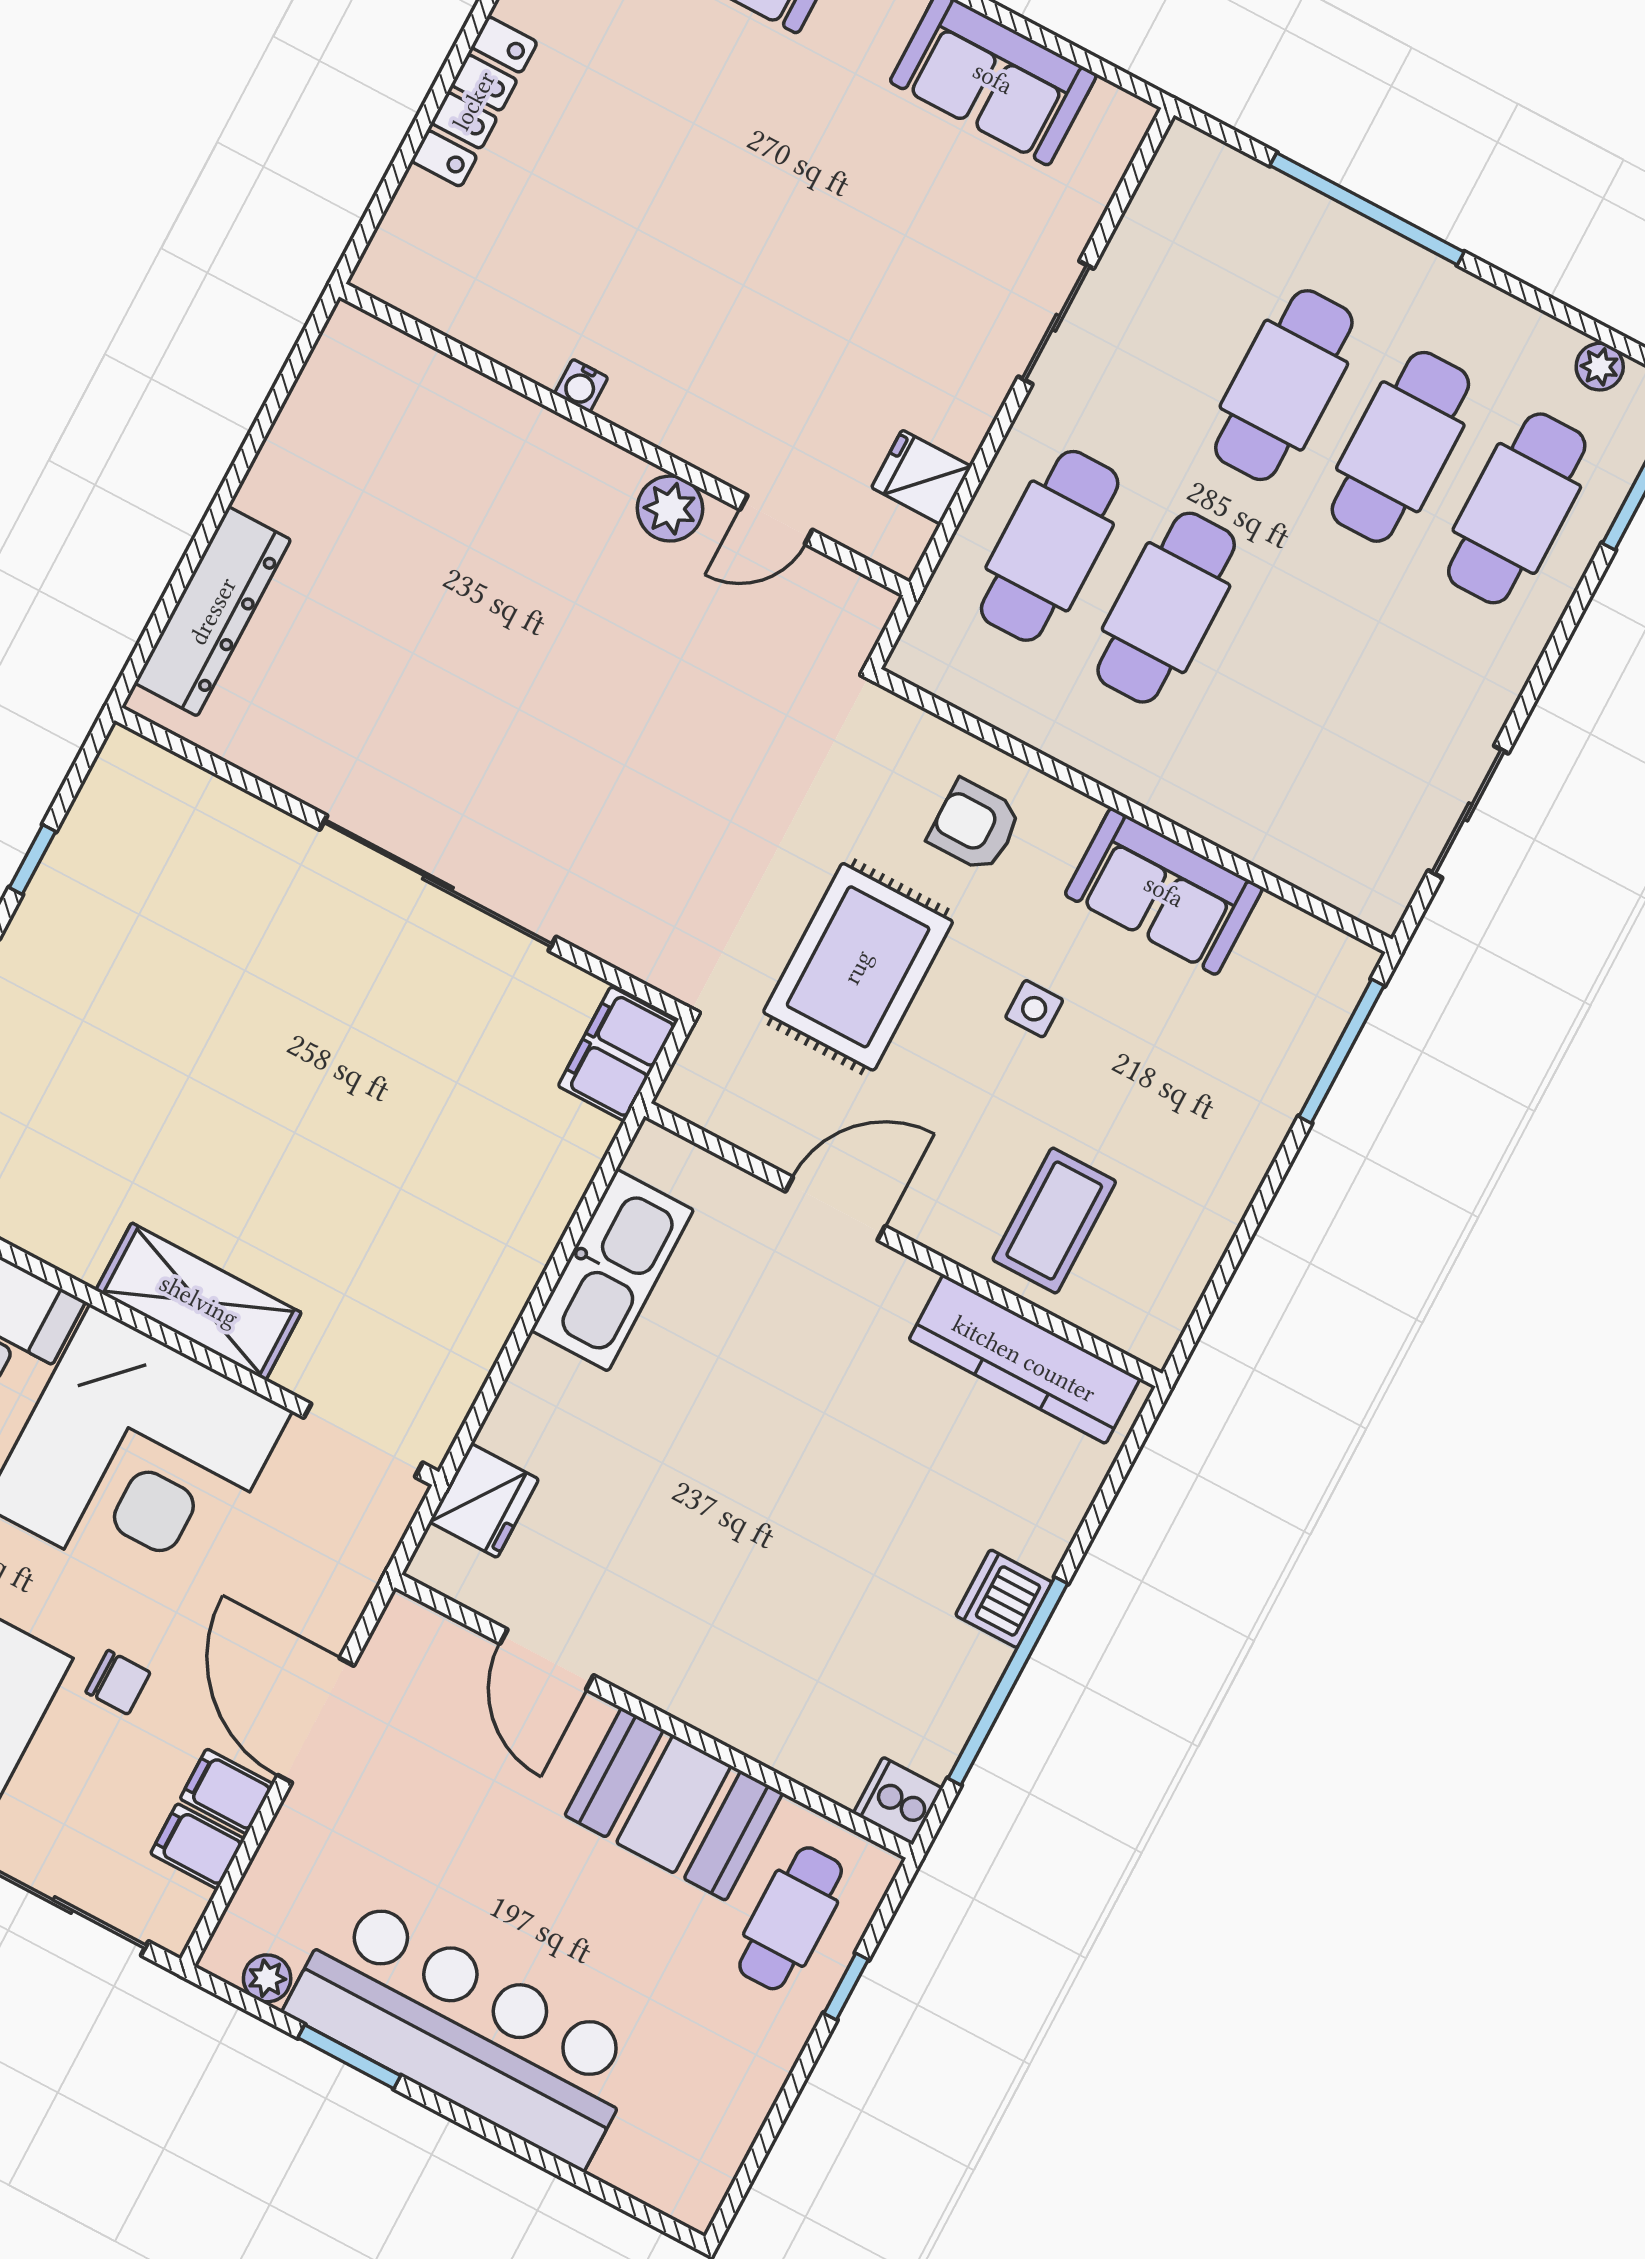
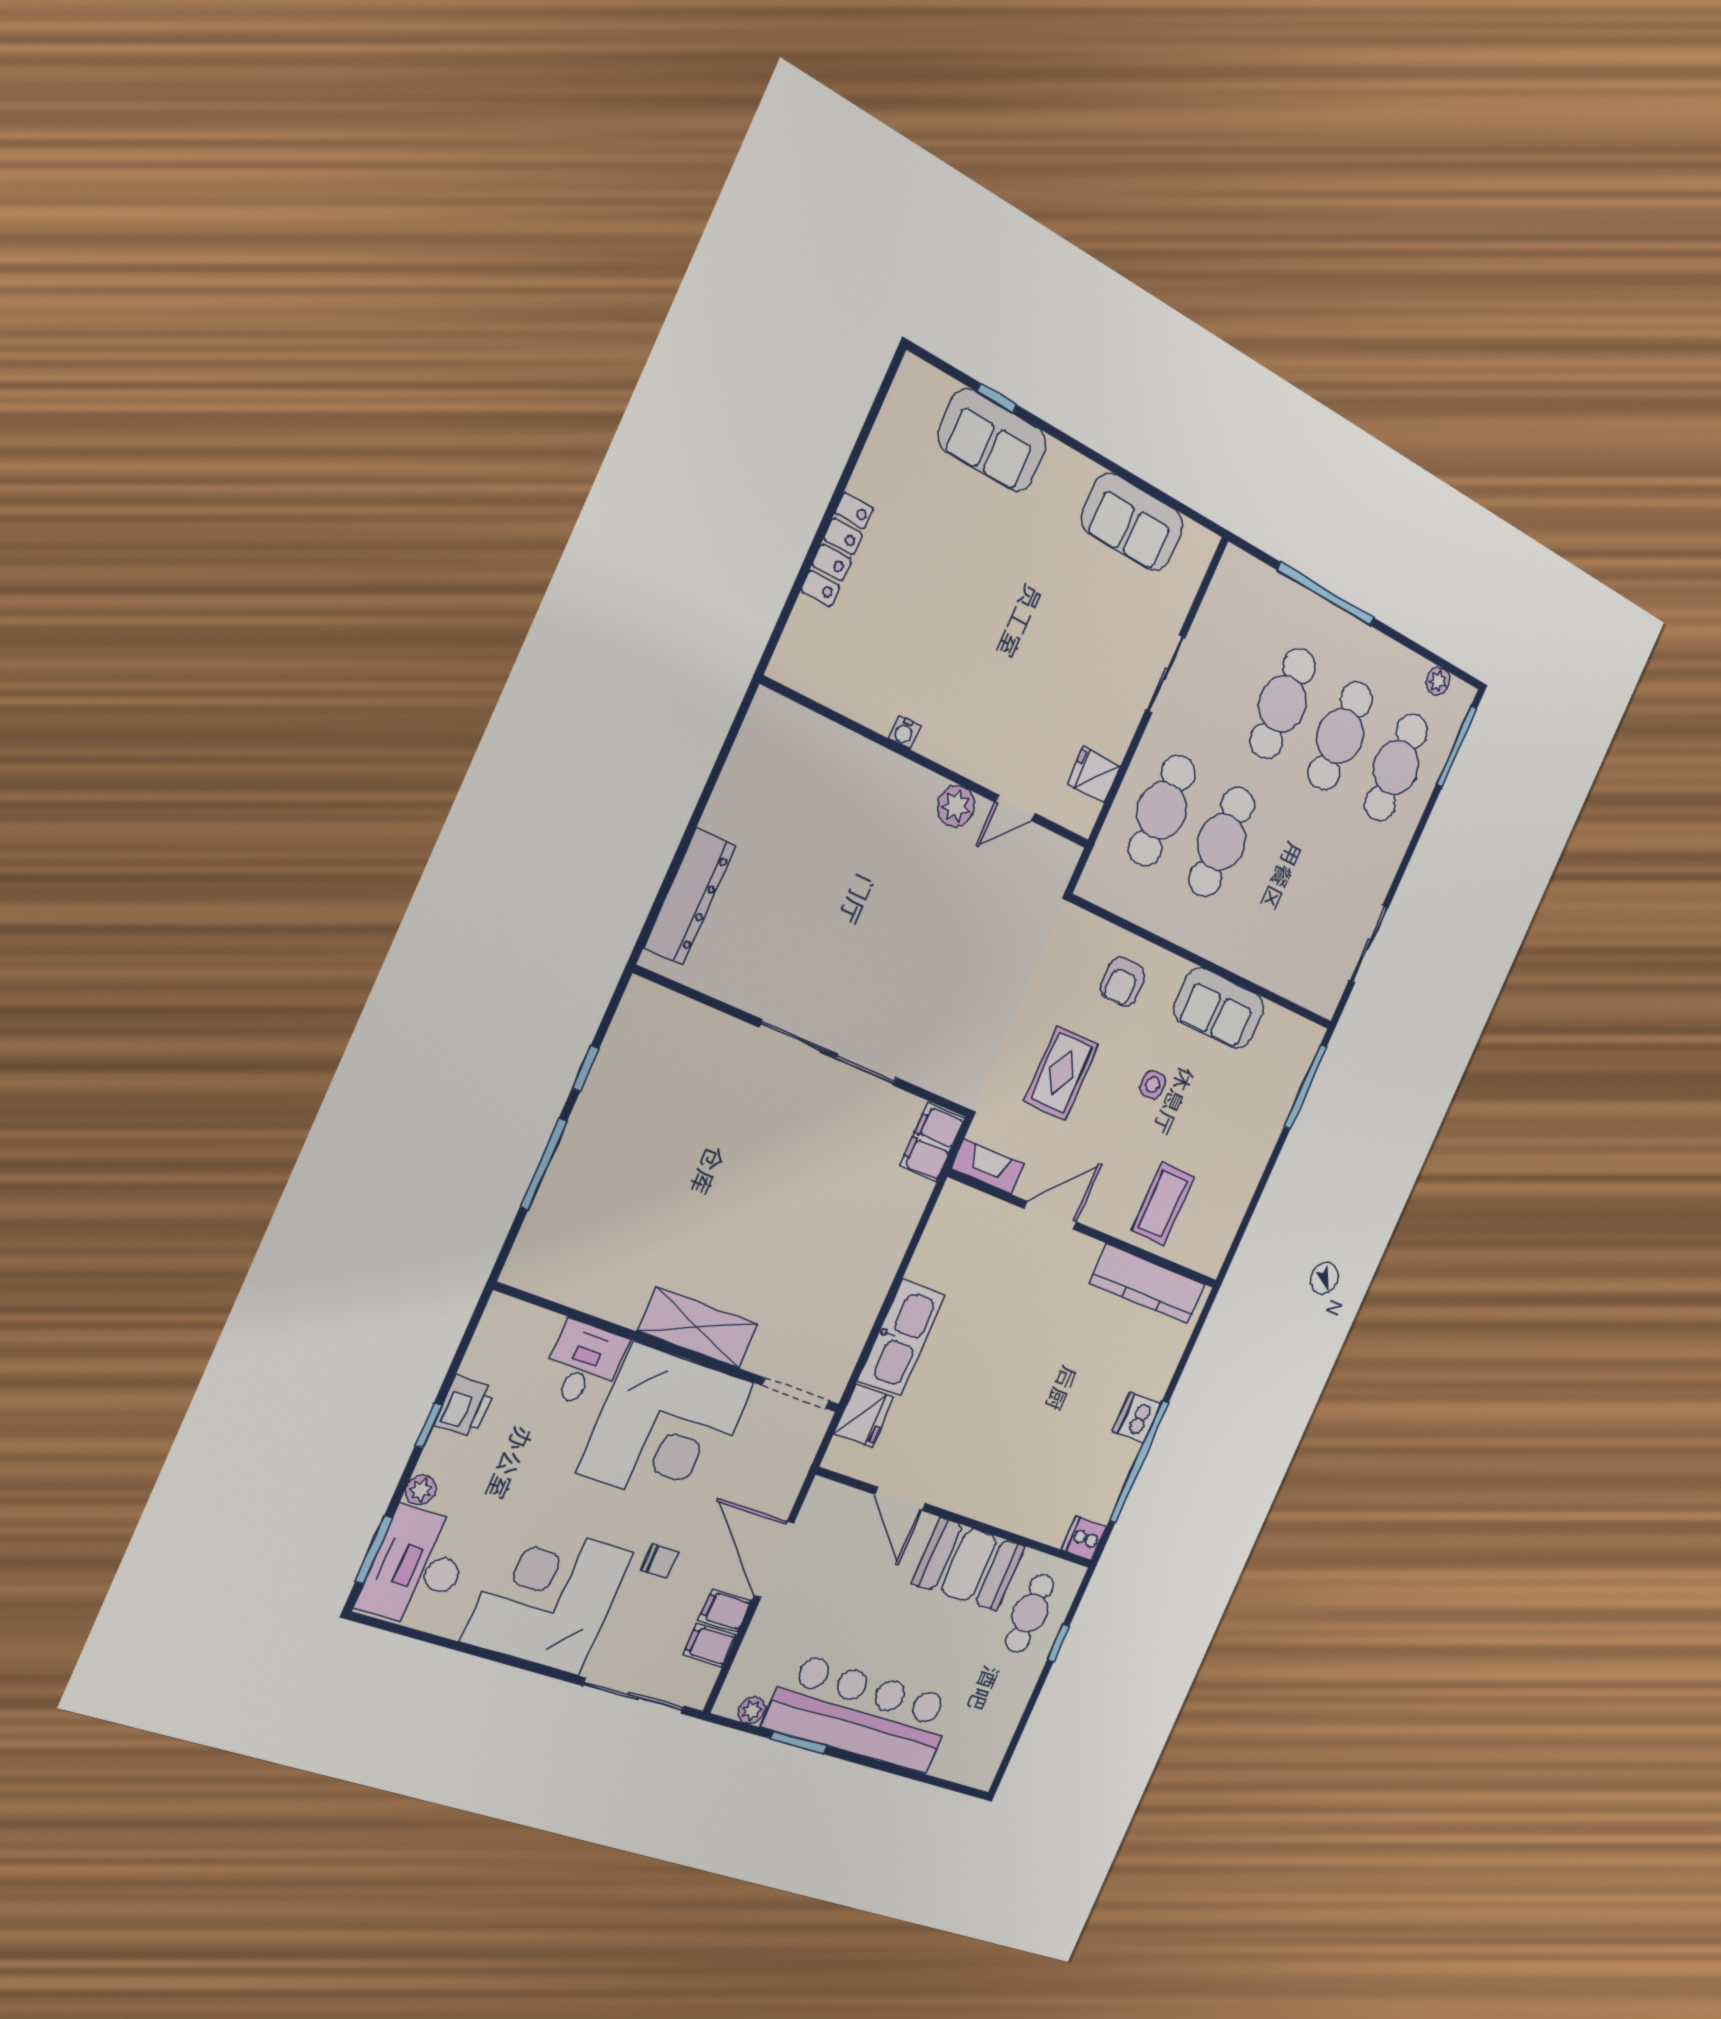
armchair: (975, 826) -> (1122, 982), turned -90
rug: (858, 967) -> (1061, 1073), width x0.73, depth x0.70
fireplace: (719, 1109) -> (988, 1167), added
kitchen sink: (612, 1270) -> (901, 1338), moved

